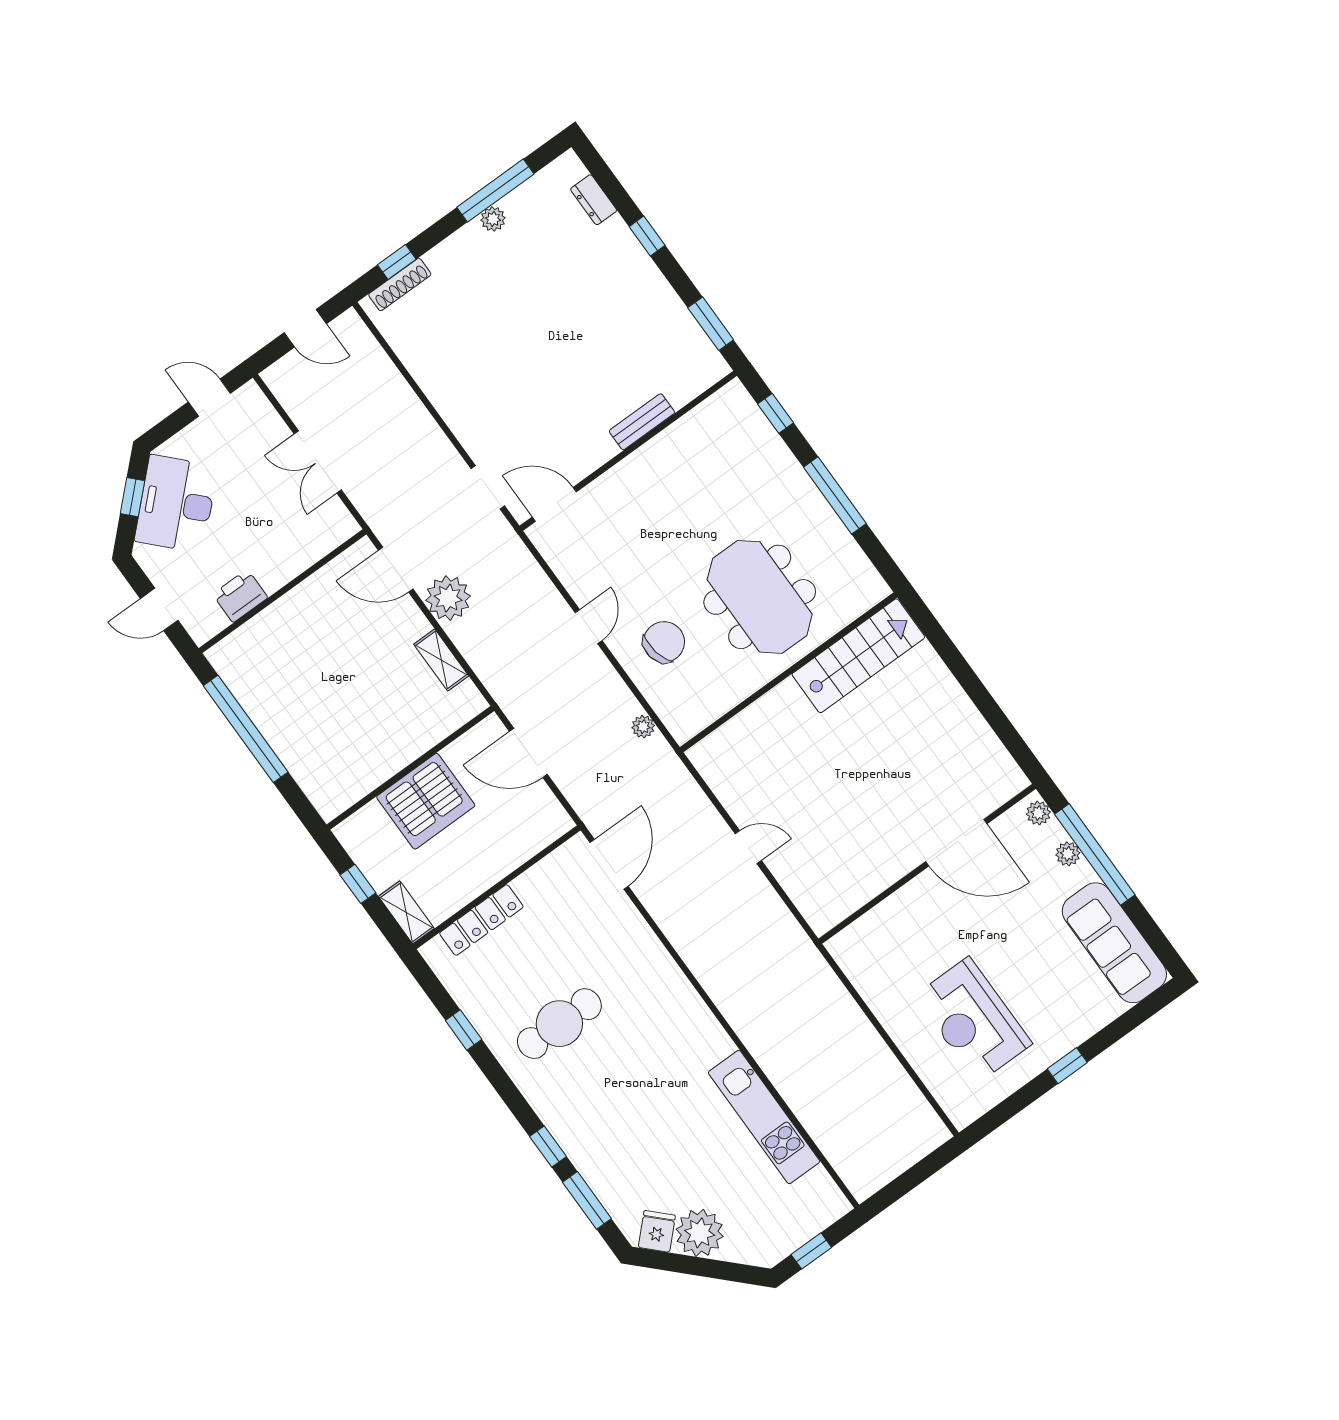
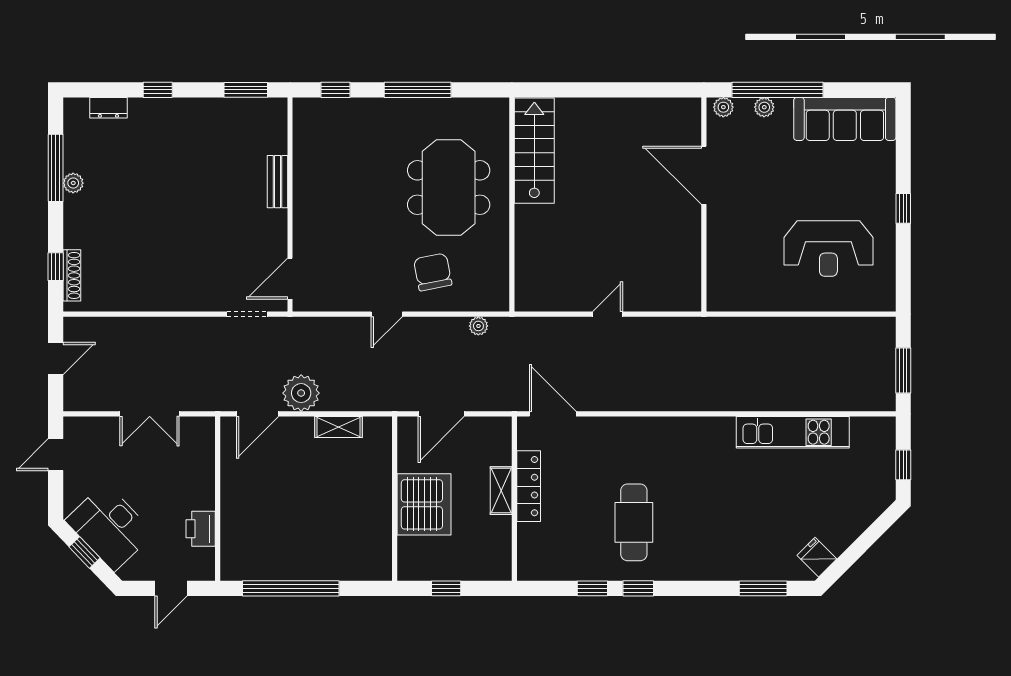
meeting table: (760, 597) -> (449, 188), turned 90
door: (589, 627) -> (387, 314), swing flipped
door: (956, 843) -> (704, 175), swing flipped
shelving: (406, 912) -> (501, 491), moved, turned 90
locker: (481, 920) -> (529, 486), moved
window: (548, 1146) -> (638, 588), moved
window: (906, 1183) -> (903, 370), added
plant: (700, 1233) -> (838, 530), removed

